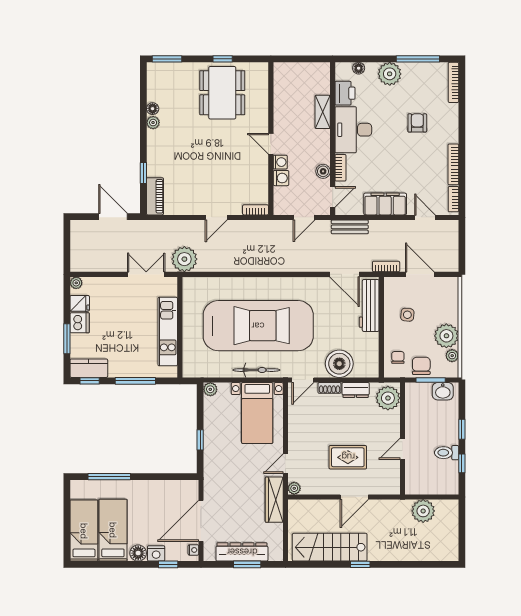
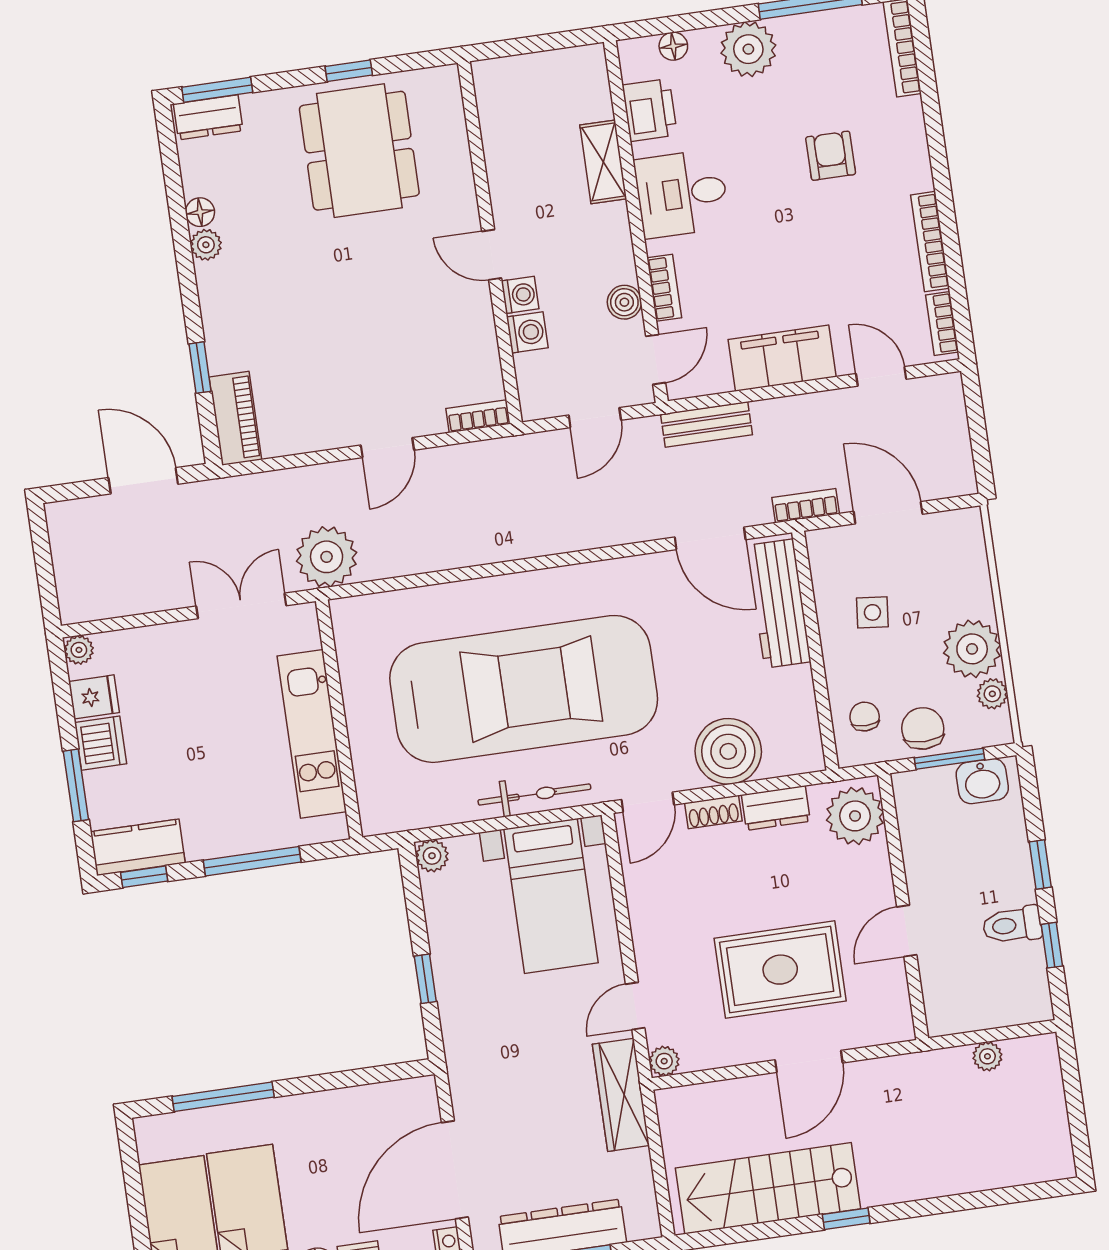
dresser: (162, 70) -> (208, 117), added
desk: (353, 130) -> (682, 194), width x0.73
rug: (348, 457) -> (780, 970), width x1.36, depth x1.43
plant: (423, 511) -> (987, 1056), width x0.53, depth x0.53

